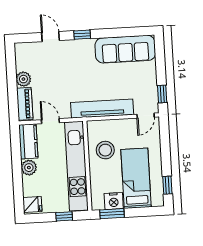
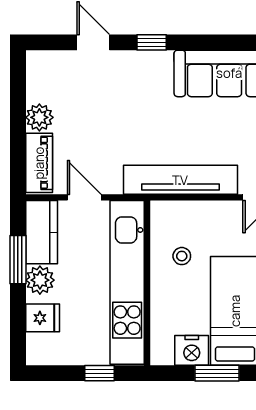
stool: (105, 150) -> (182, 256), width x0.53, depth x0.53
window: (16, 157) -> (18, 260), added
fridge: (32, 204) -> (43, 318), moved
window: (112, 214) -> (217, 373), moved

